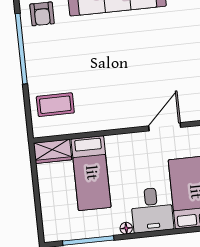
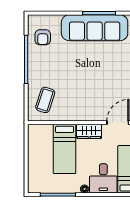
coffee table: (55, 105) -> (45, 100), turned -72
wardrobe: (53, 151) -> (89, 131), moved

